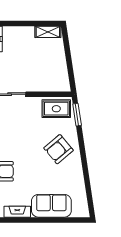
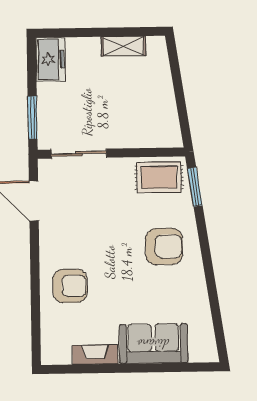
shelving: (48, 32) -> (123, 46), moved
armchair: (58, 149) -> (164, 246), turned -140

